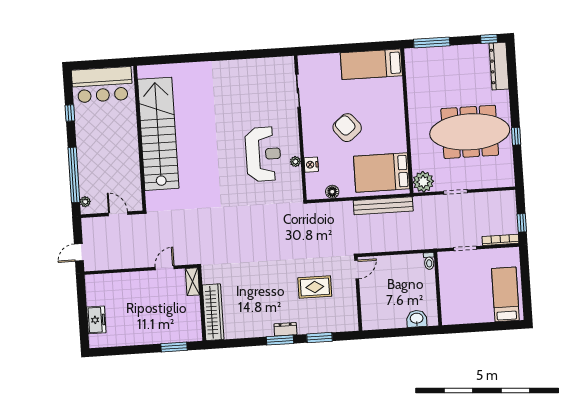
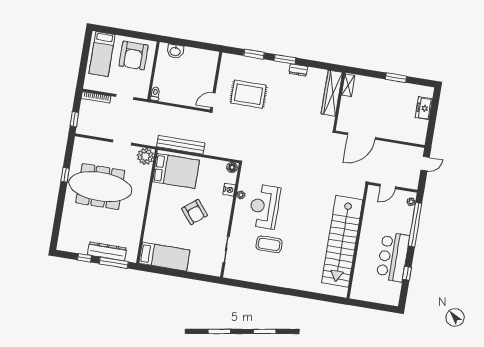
window: (489, 39) -> (84, 258), moved
dresser: (499, 66) -> (107, 251), moved, turned -90
bar counter: (102, 85) -> (393, 257), moved, turned -90
coffee table: (247, 109) -> (269, 244), added
floor lamp: (332, 192) -> (232, 167), moved
door: (118, 214) -> (388, 186), hinge flipped
window: (522, 223) -> (74, 119), moved
door: (165, 268) -> (361, 136), width x1.88
shelving: (192, 282) -> (348, 85), moved
rug: (315, 287) -> (248, 94), width x1.36, depth x1.43
armchair: (466, 302) -> (134, 56), added
dresser: (285, 329) -> (298, 70), moved
window: (174, 347) -> (396, 78), moved

